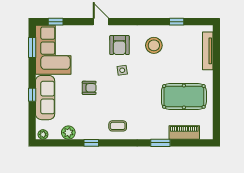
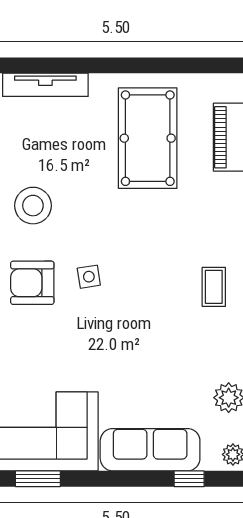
armchair: (119, 45) -> (32, 283), turned 180
armchair: (89, 88) -> (128, 351), removed
window: (32, 95) -> (189, 479), moved

